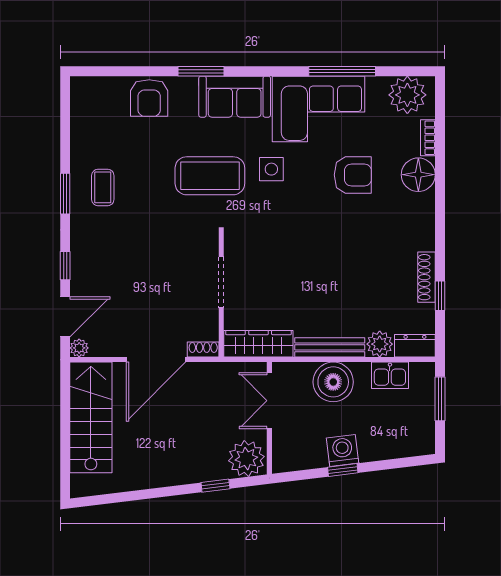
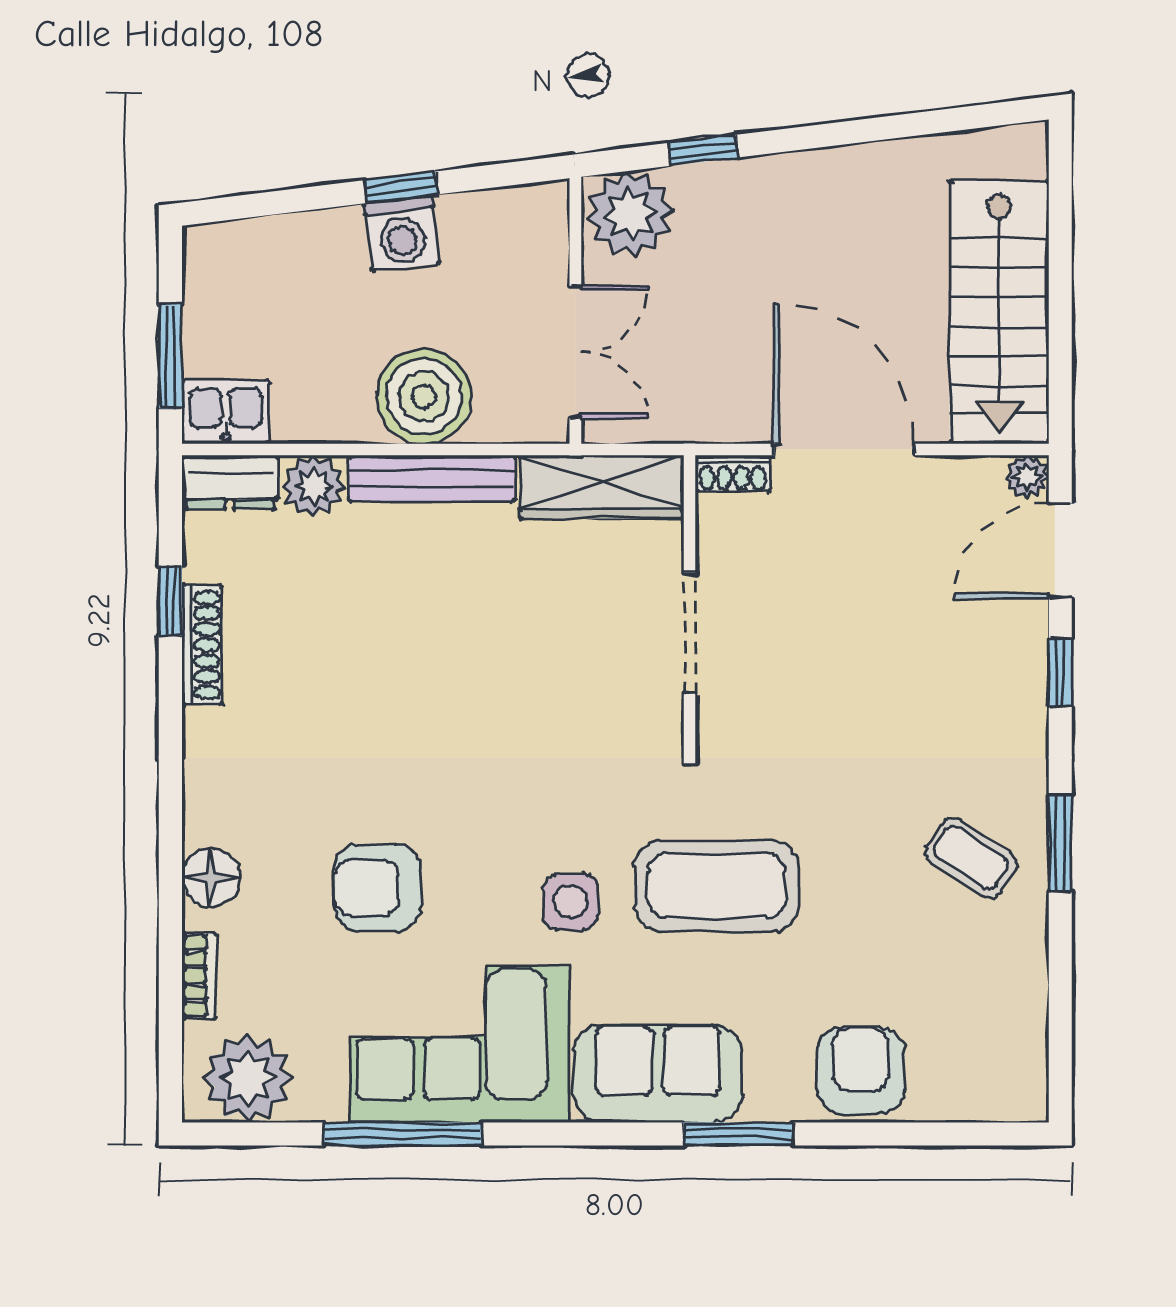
floor lamp: (418, 175) -> (211, 877), width x0.73, depth x0.73
coffee table: (103, 187) -> (971, 858), turned -57
door: (156, 360) -> (845, 449), hinge flipped
kitchen sink: (390, 375) -> (226, 412), moved

